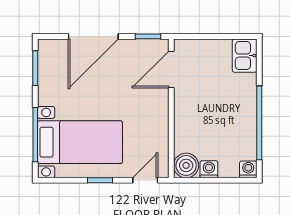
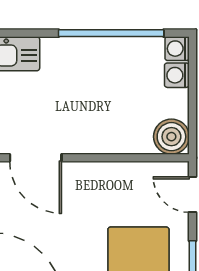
washing machine: (209, 169) -> (177, 75), moved

